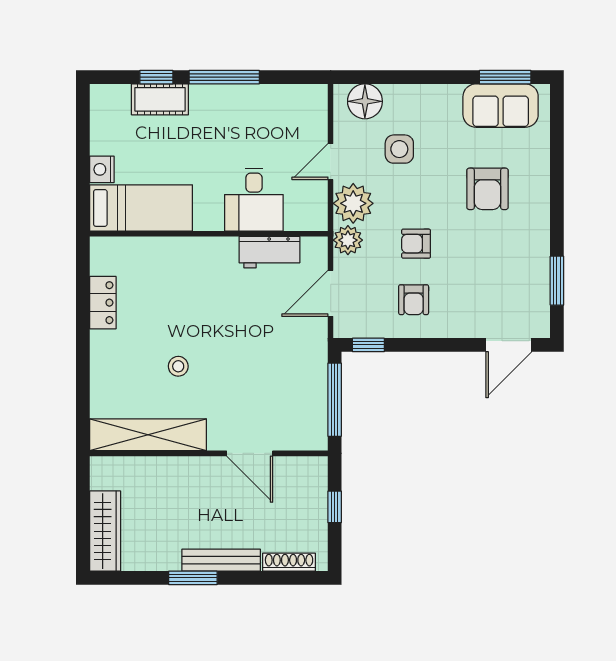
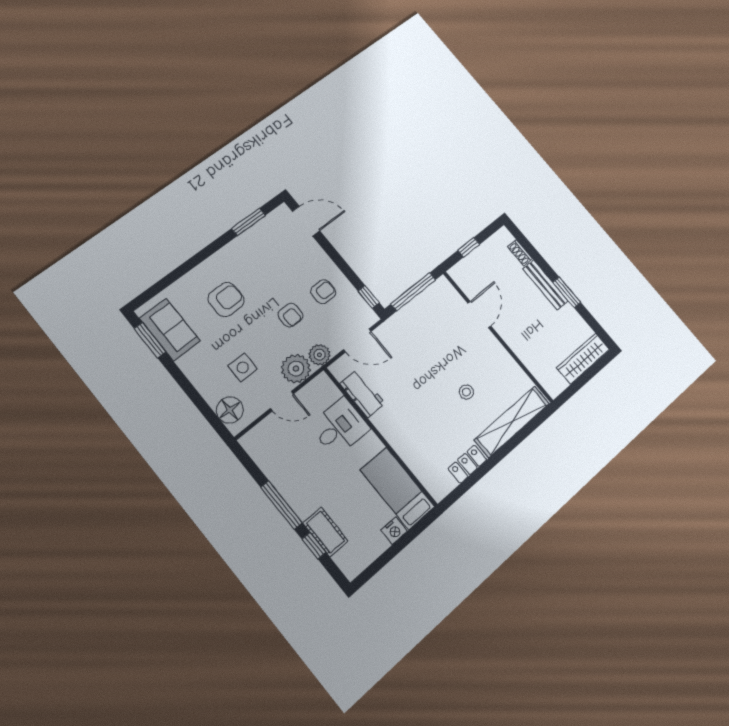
shelving: (148, 435) -> (512, 422), moved, turned 90
shoe rack: (289, 562) -> (520, 253), width x0.70

